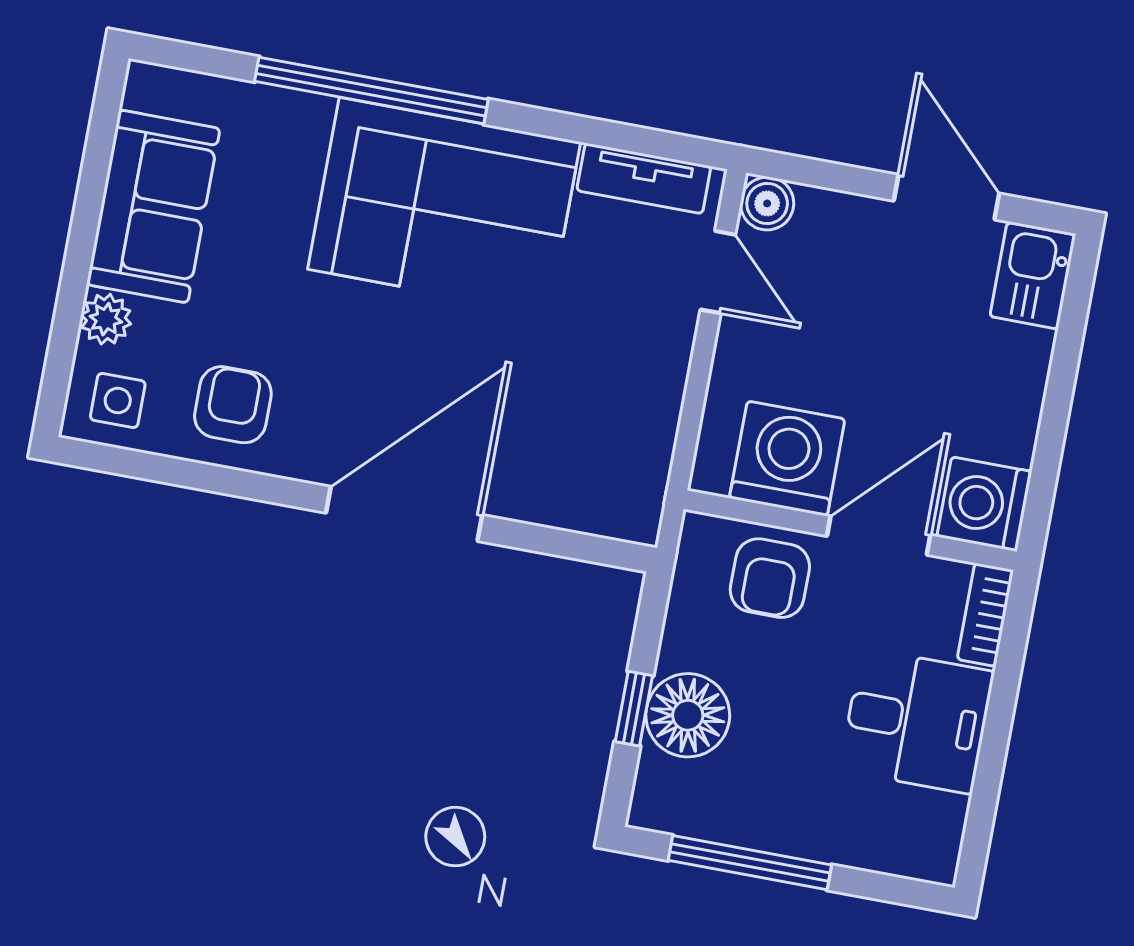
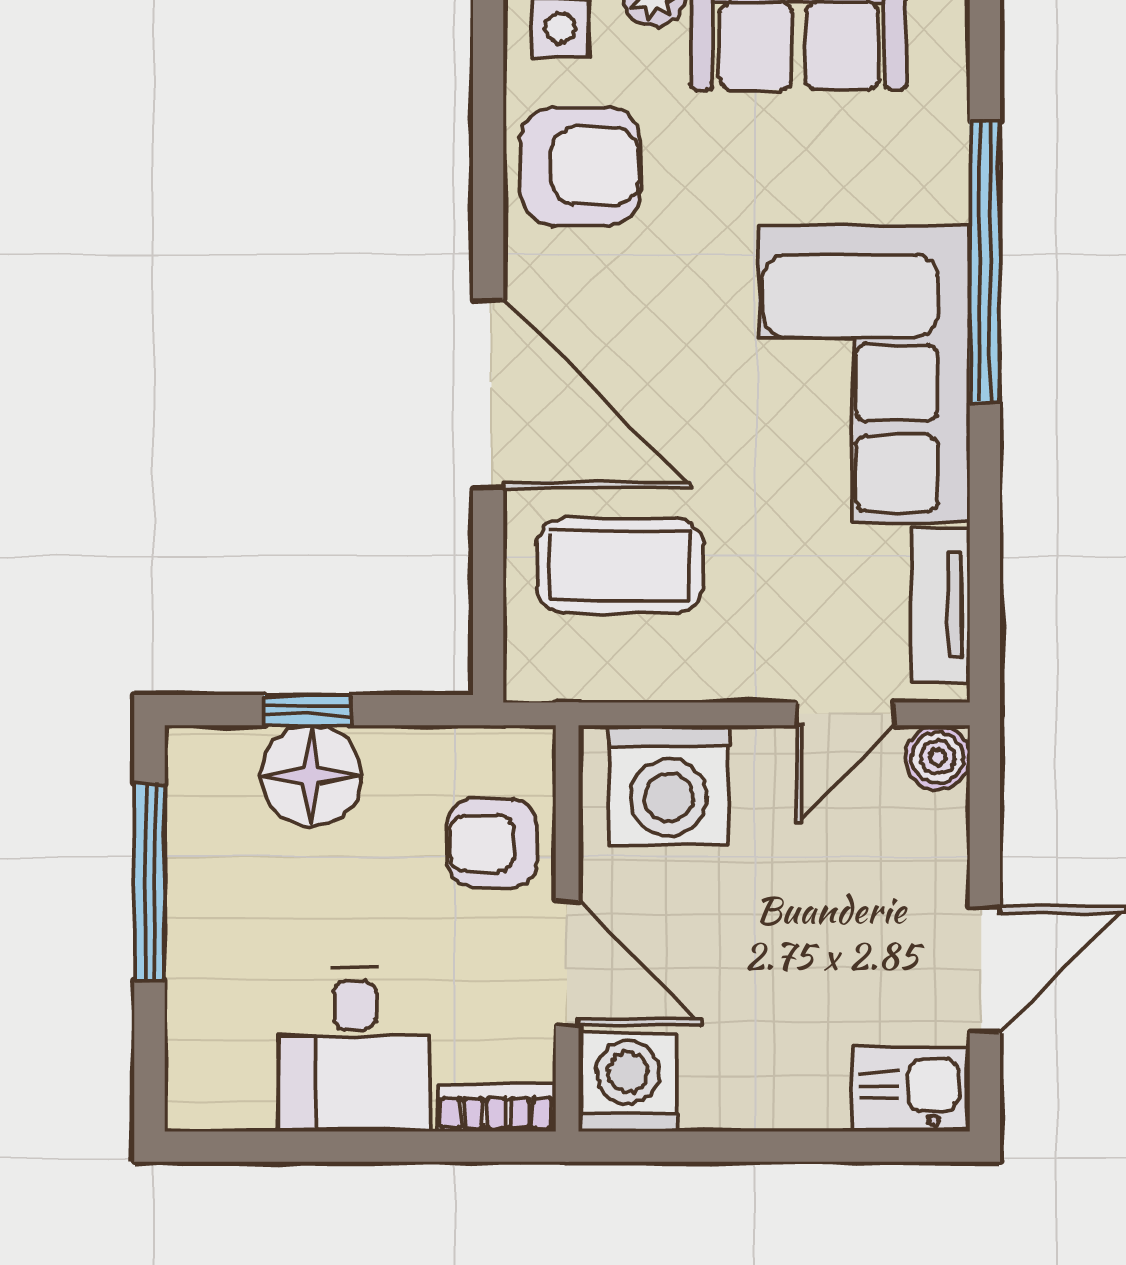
armchair: (233, 405) -> (580, 166), width x1.38, depth x1.38
coffee table: (564, 433) -> (620, 566), added
washing machine: (787, 459) -> (669, 785), moved, turned 90

